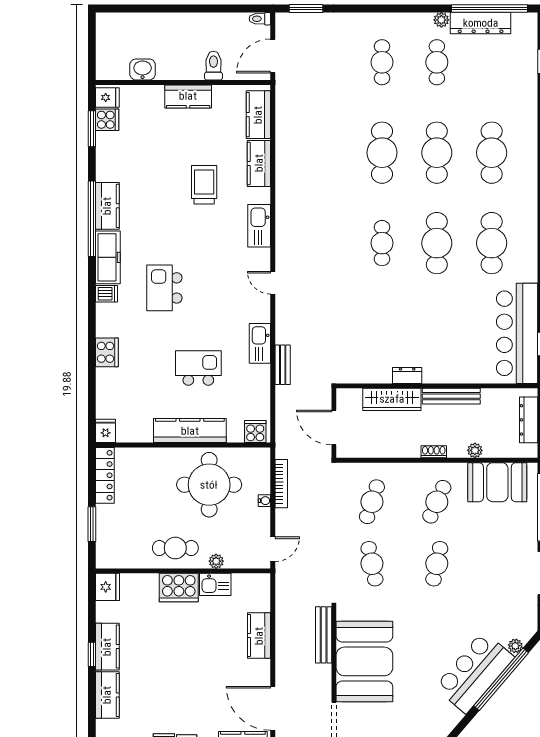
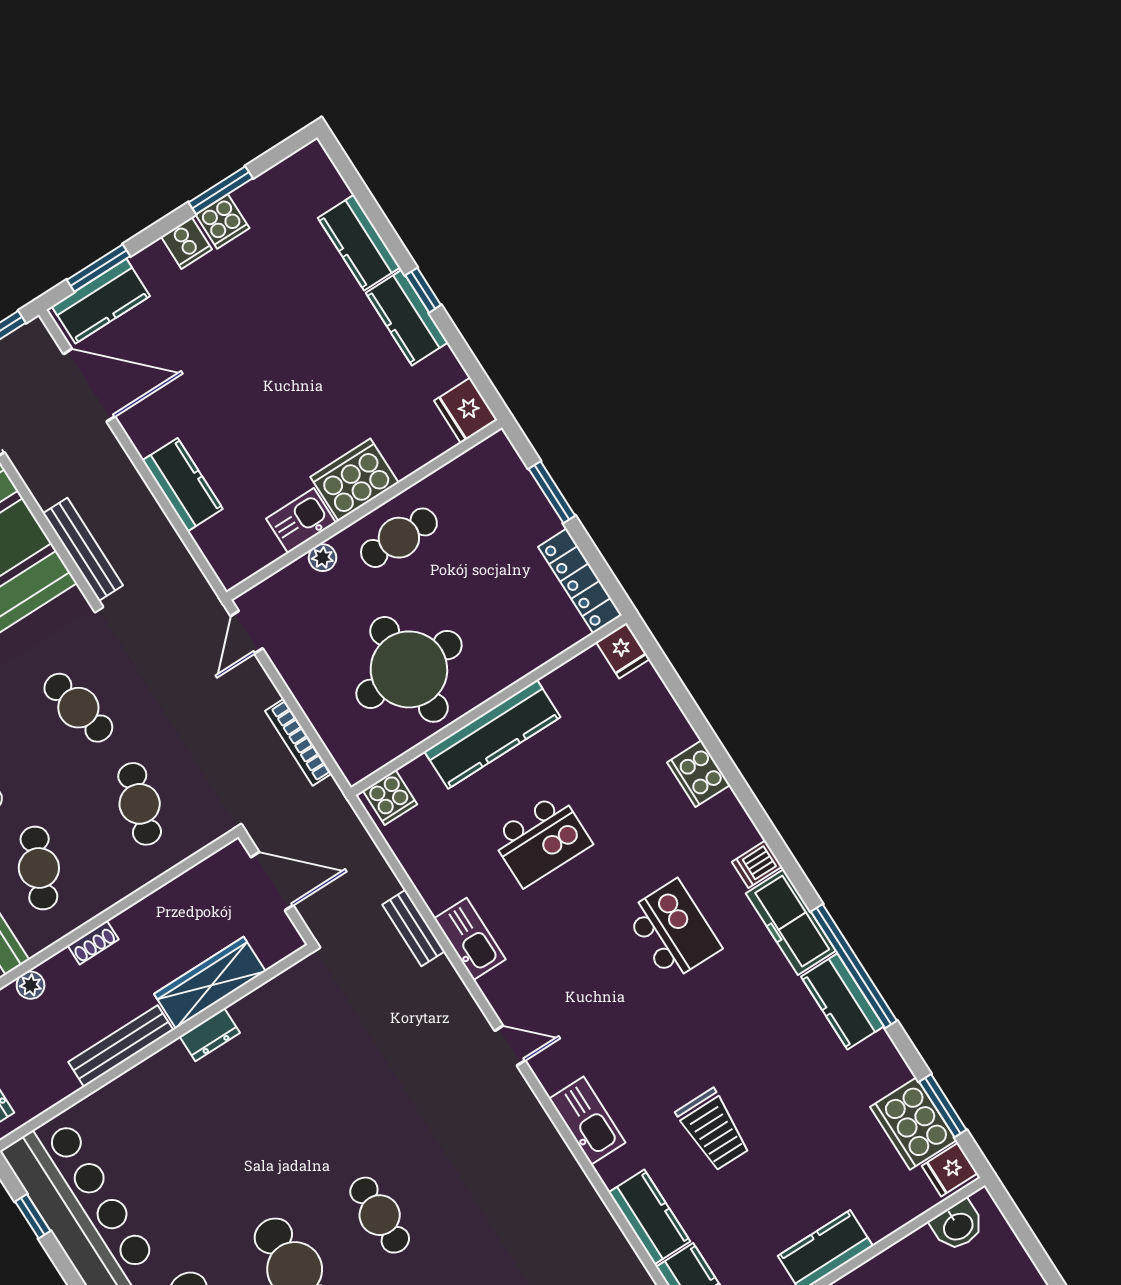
washbasin: (143, 69) -> (958, 1226), moved
cooker: (107, 120) -> (913, 1124), width x1.87, depth x1.31
water cooler: (264, 501) -> (308, 699), removed

